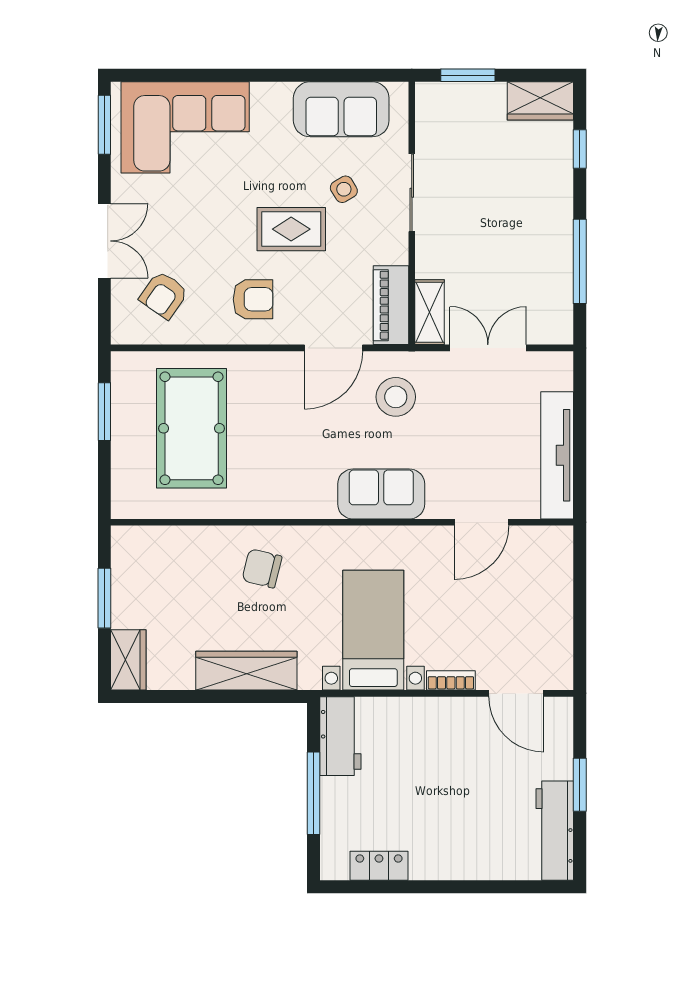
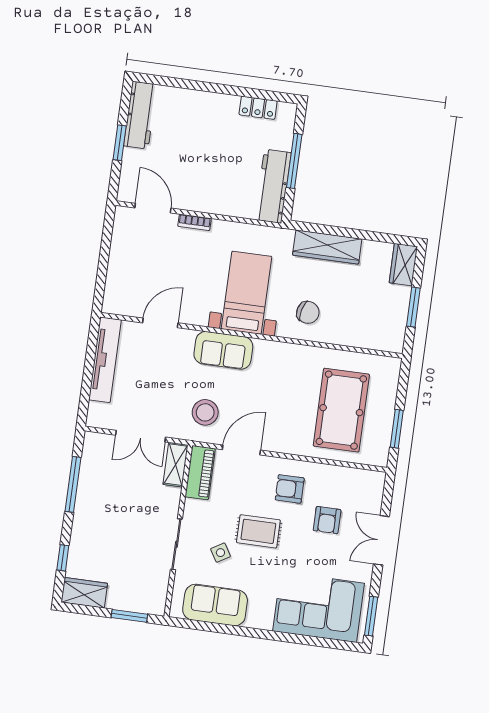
armchair: (164, 295) -> (327, 520), moved, turned 145
bed with nightstands: (373, 630) -> (247, 293), moved, turned 180
workbench: (340, 736) -> (273, 186), width x1.38

